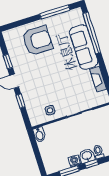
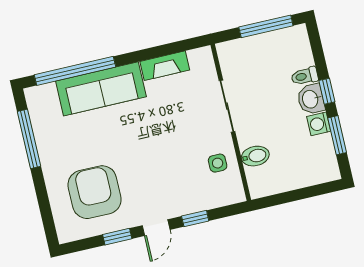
armchair: (37, 41) -> (95, 192), moved
bidet: (39, 135) -> (255, 156), moved

